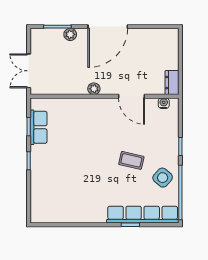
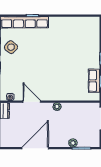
door: (108, 27) -> (35, 148), moved
coffee table: (131, 160) -> (32, 59), removed

